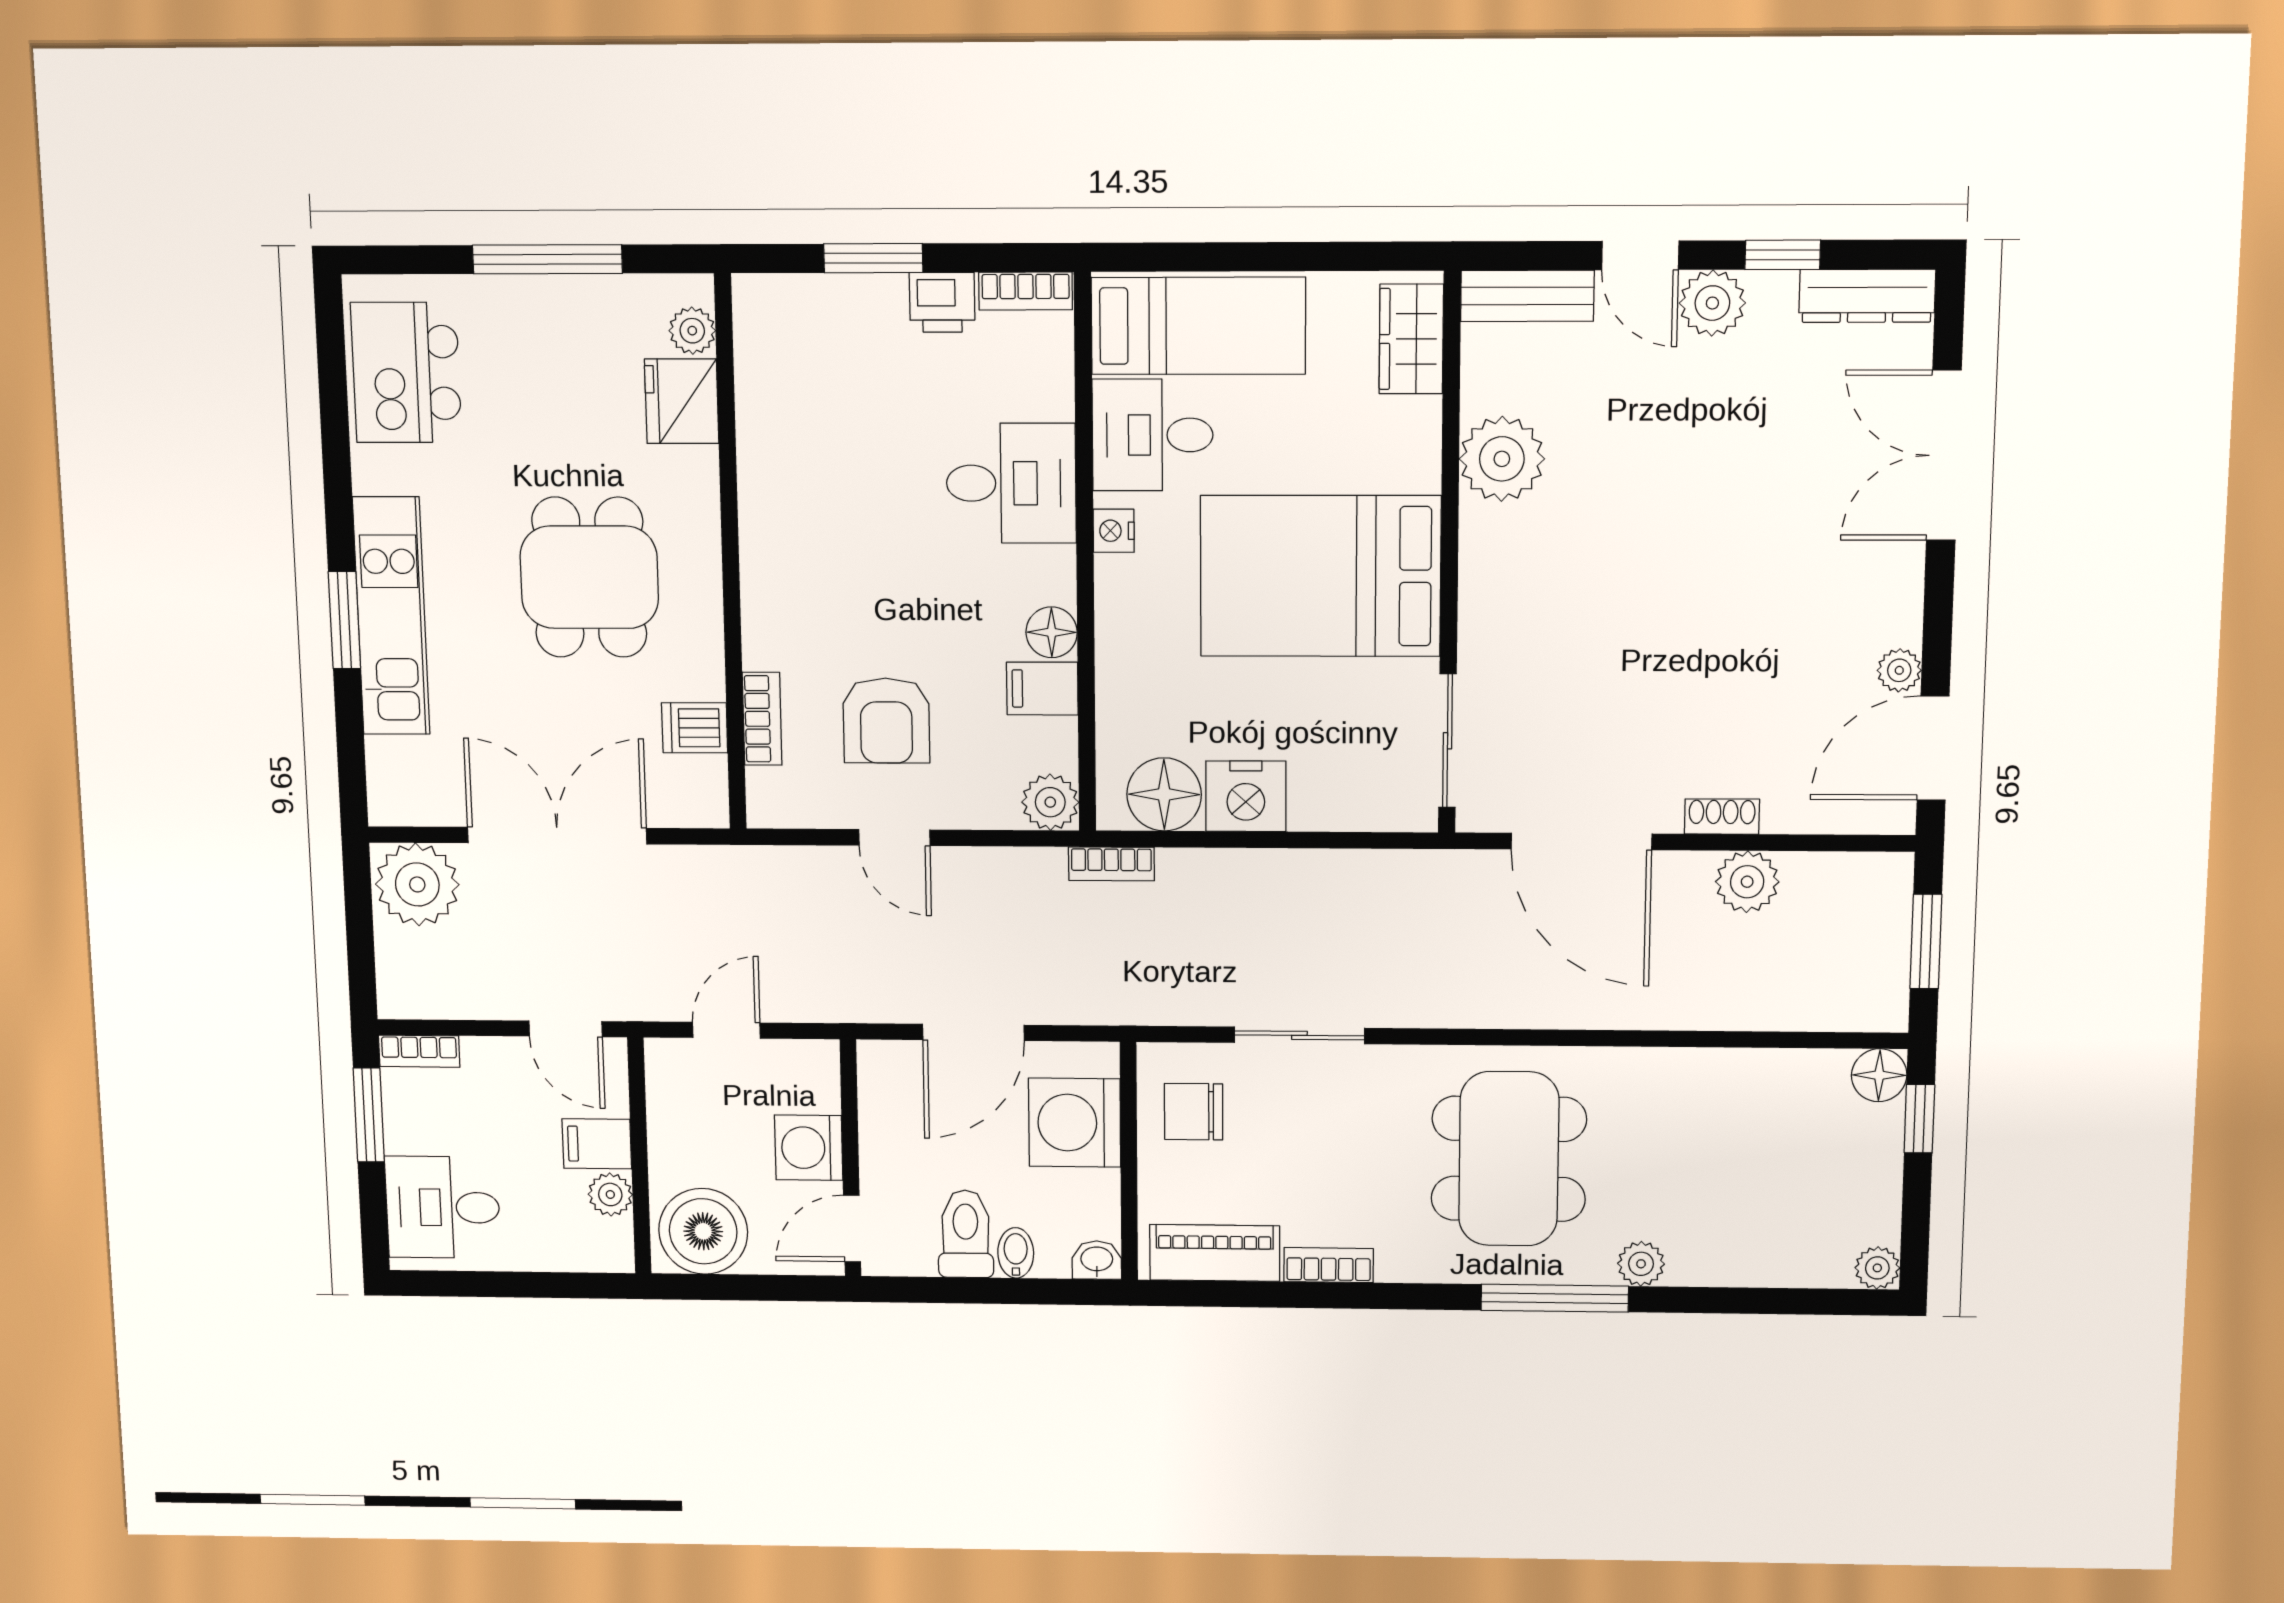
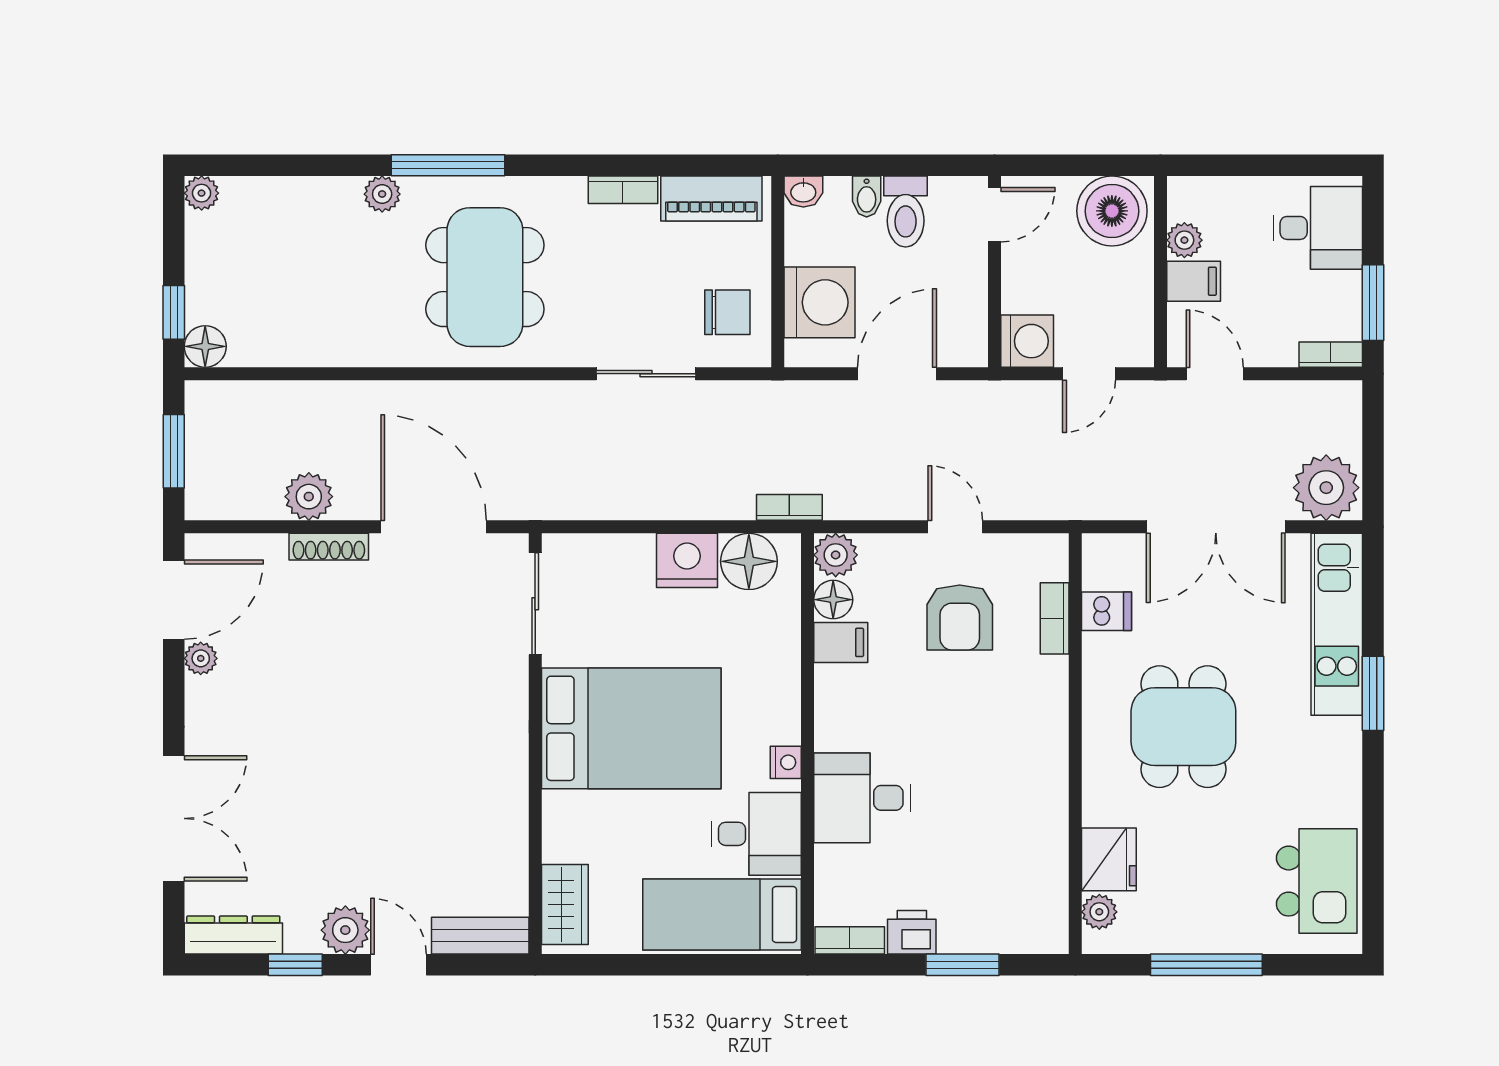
plant: (1502, 459) -> (497, 816), removed
kitchen unit: (391, 616) -> (1337, 624), moved
floor lamp: (1052, 632) -> (833, 600), moved
armchair: (886, 721) -> (960, 617), turned 180
shoe rack: (1722, 817) -> (329, 547), width x1.43
washing machine: (809, 1148) -> (1027, 341), moved

